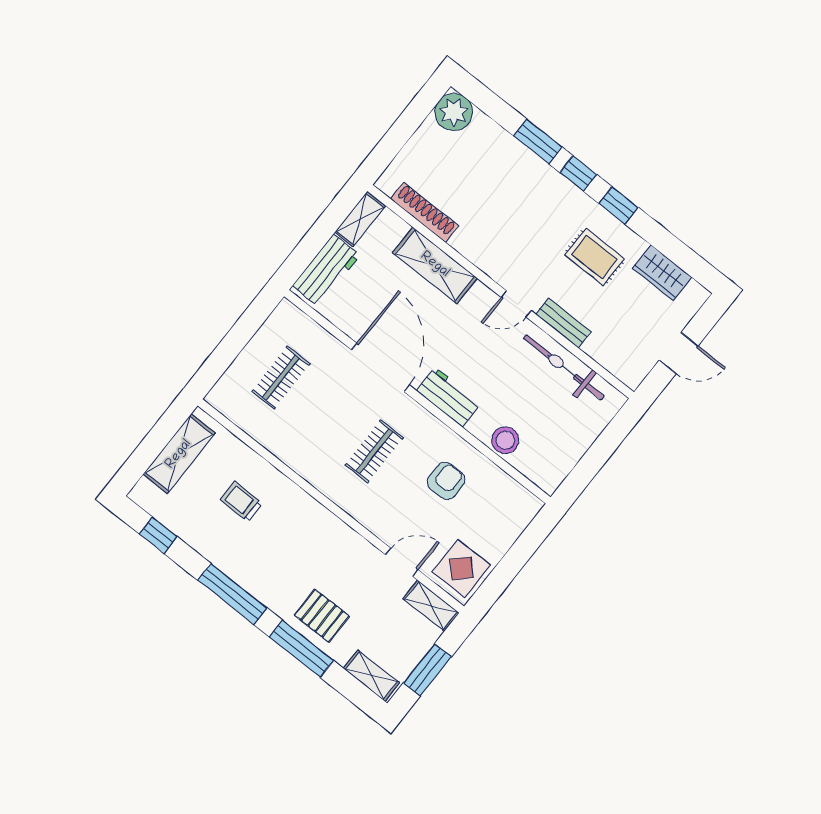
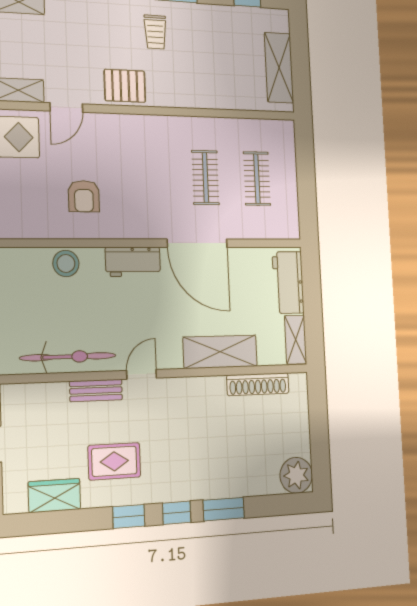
clothes rail: (374, 451) -> (205, 178), moved
trolley: (241, 501) -> (155, 32), moved, turned 90
pallet: (322, 616) -> (125, 86), moved

